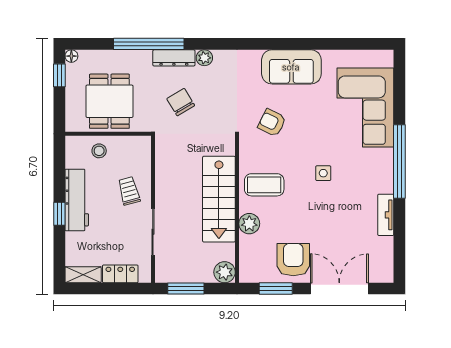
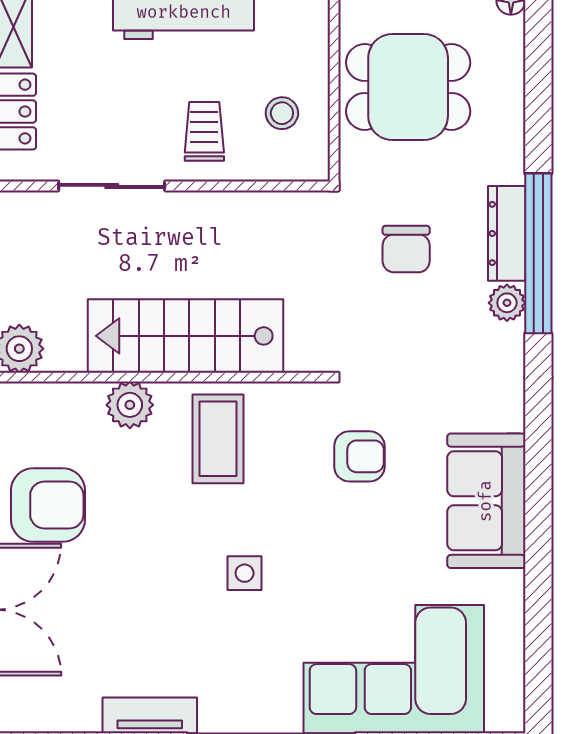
window: (149, 44) -> (538, 253), moved
chair: (181, 102) -> (406, 249), turned 121
armchair: (272, 123) -> (359, 456), turned 64
stool: (99, 151) -> (282, 113), moved
trolley: (129, 191) -> (204, 131), turned -75

